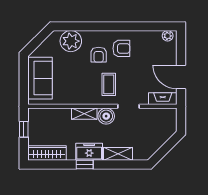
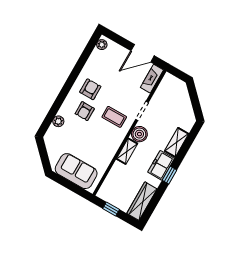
plant: (71, 41) -> (58, 121), width x0.53, depth x0.53
armchair: (99, 55) -> (85, 111), turned 90

